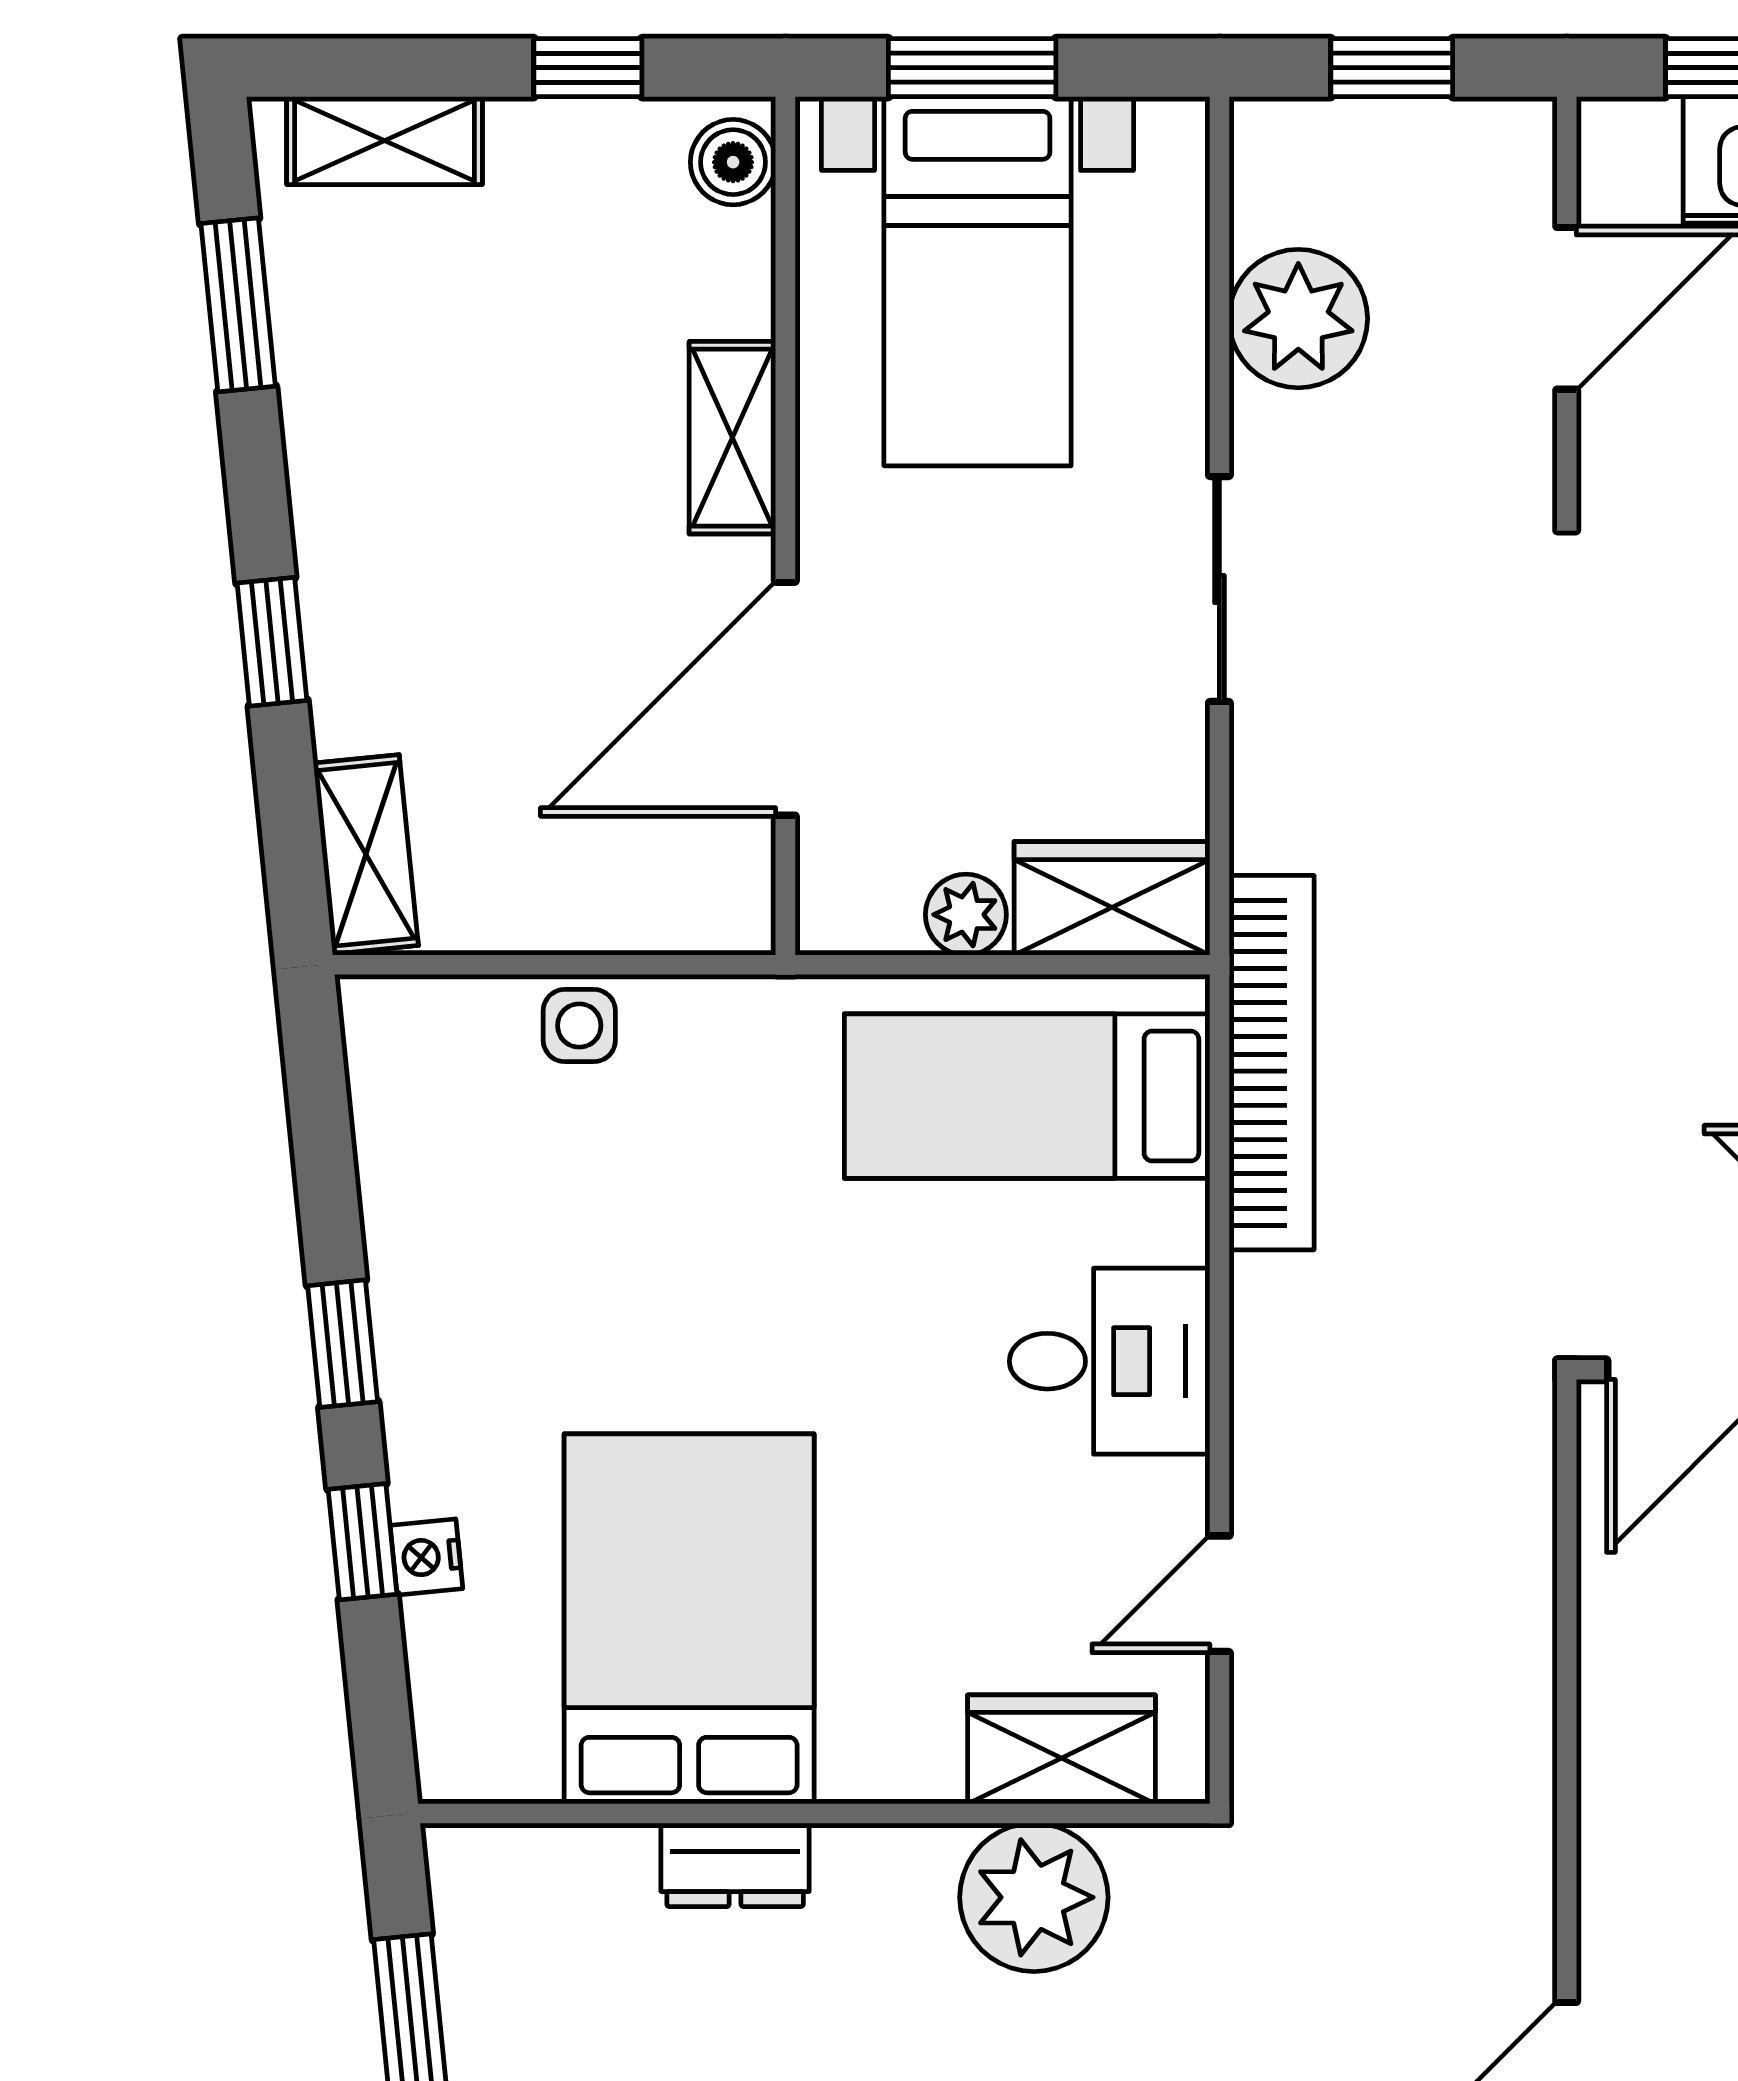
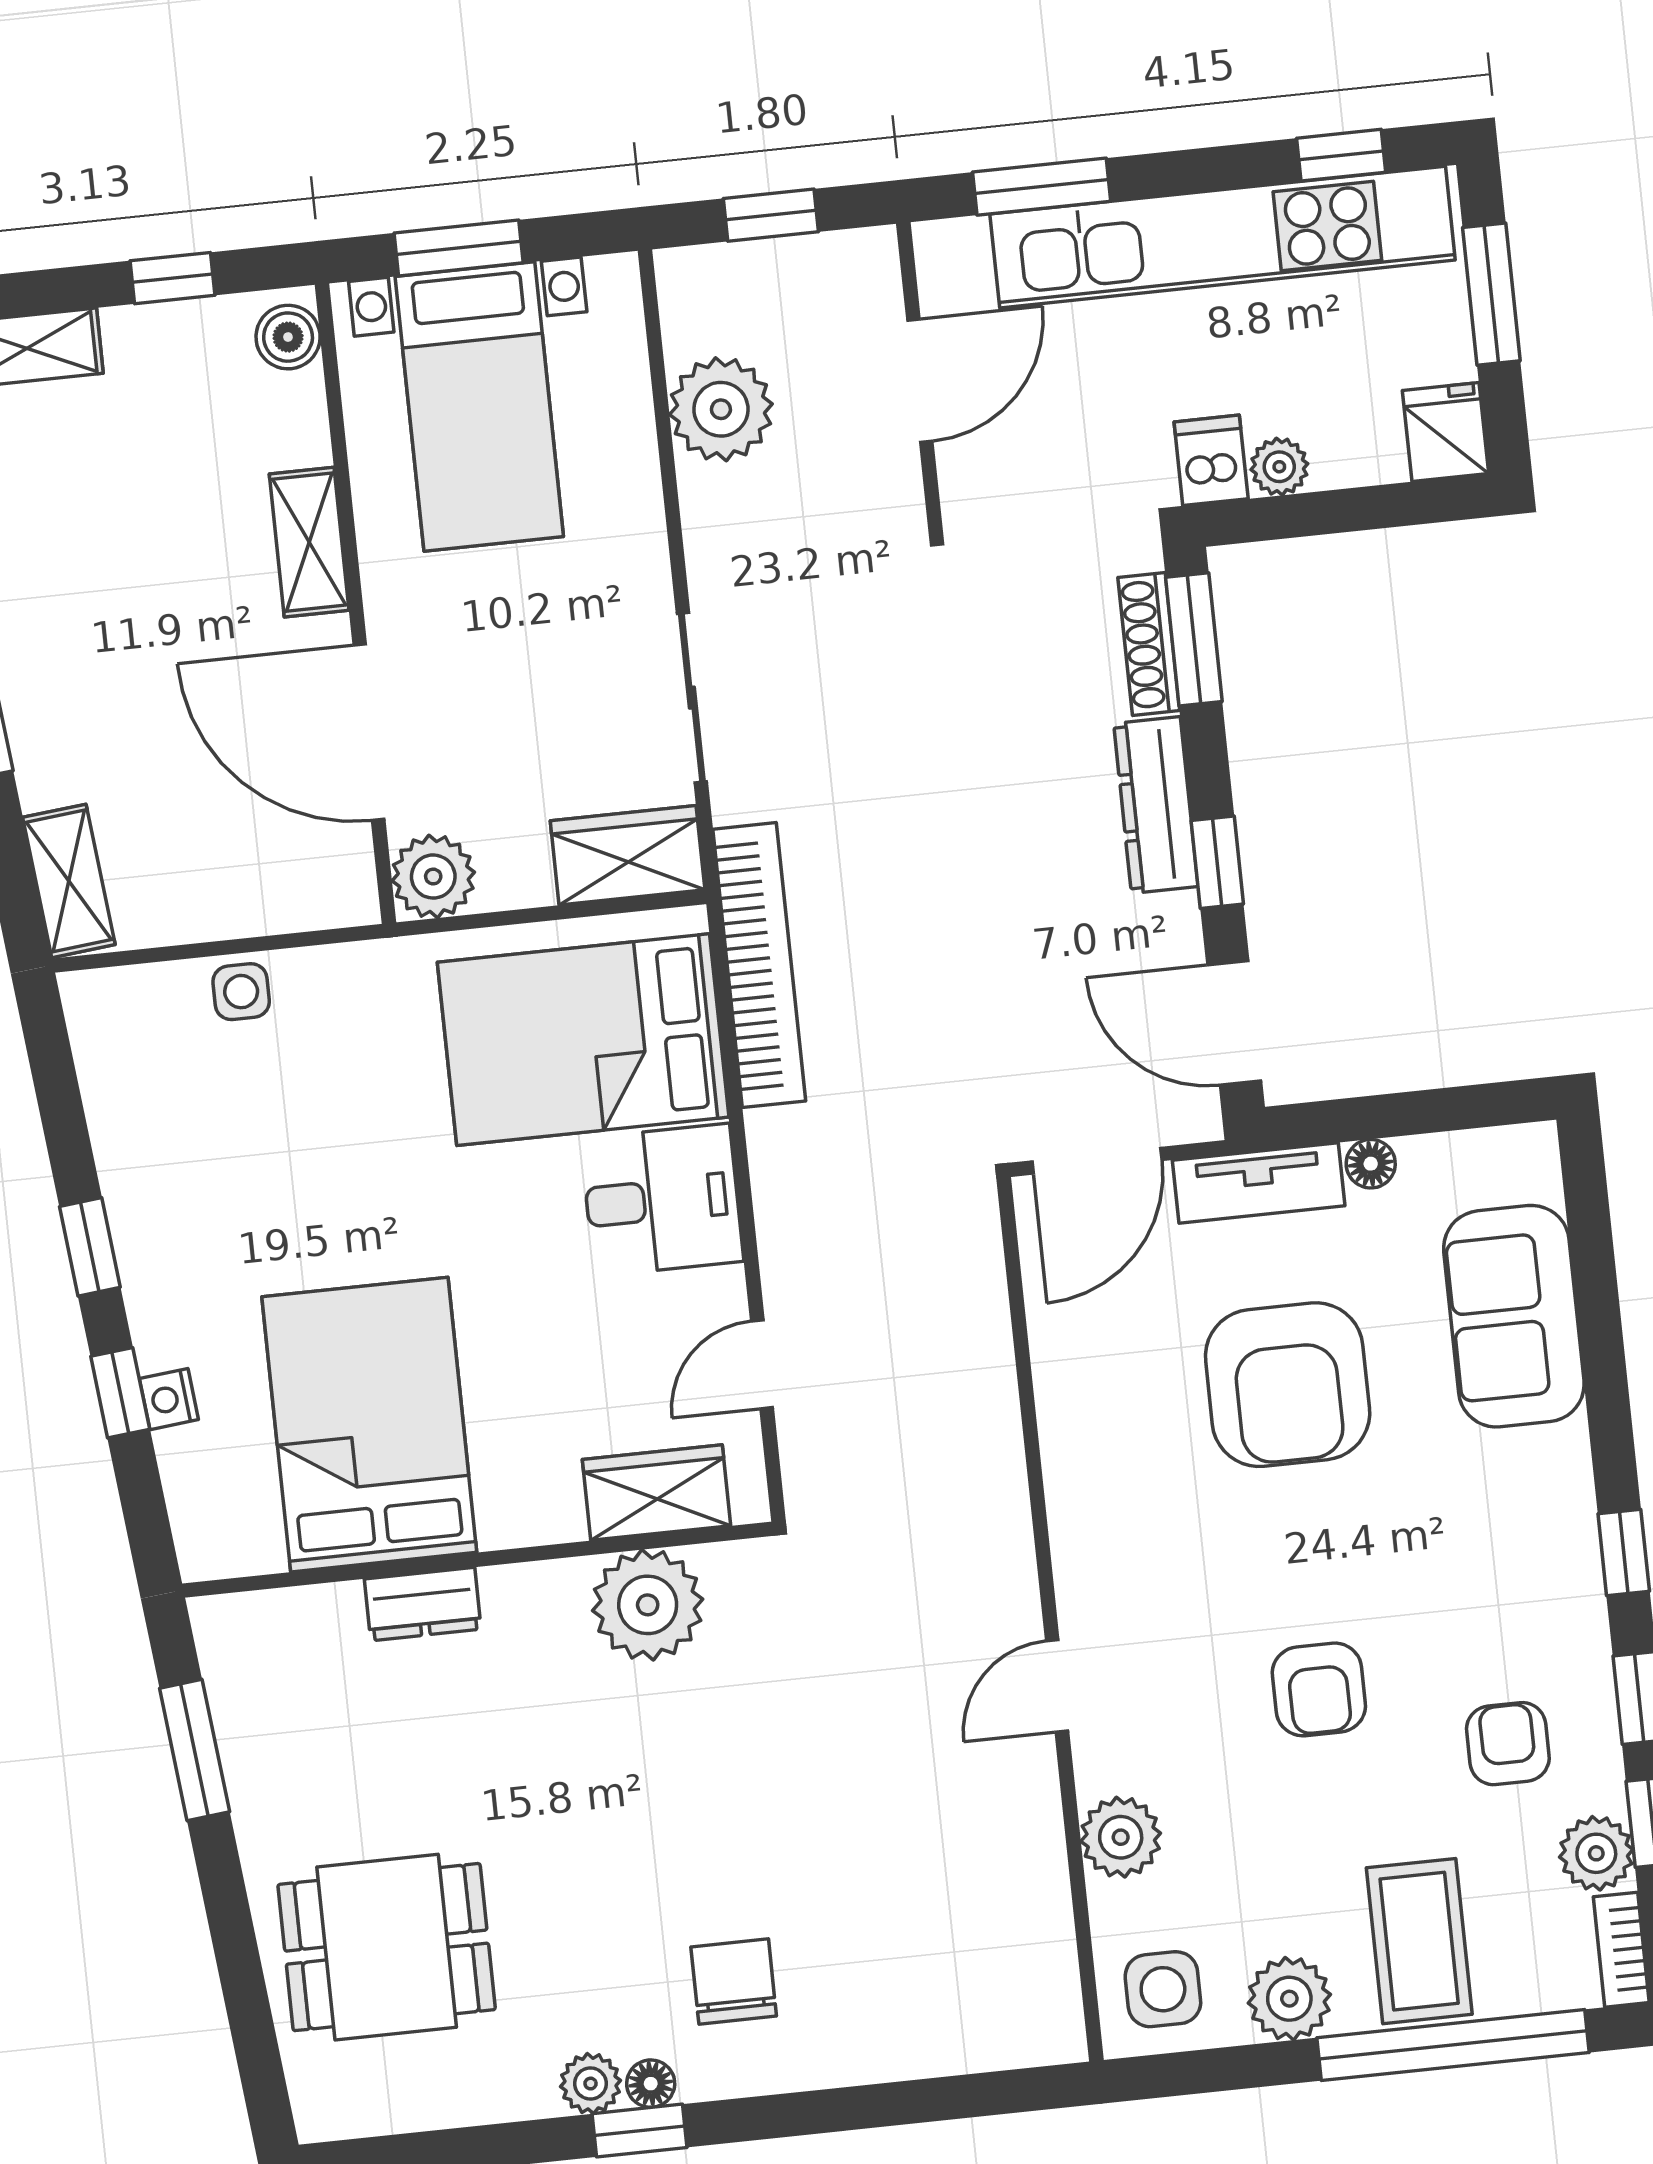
sliding door: (1219, 589) -> (692, 698), moved
door: (785, 699) -> (369, 732), hinge flipped
plant: (966, 915) -> (433, 877), moved, width x1.38, depth x1.38
bed: (1027, 1096) -> (583, 1040), width x1.50

